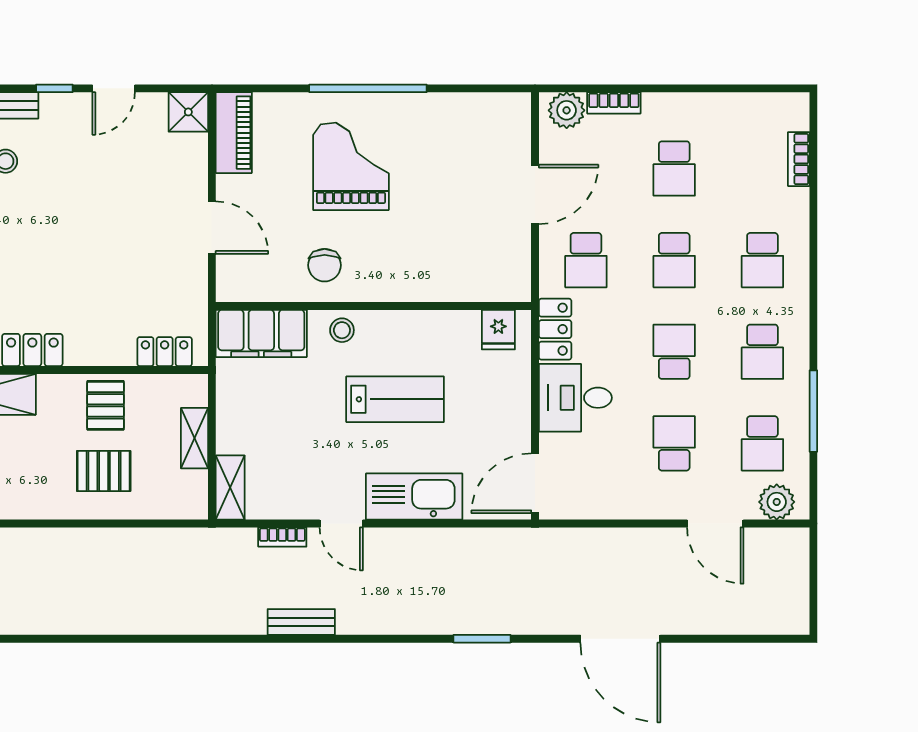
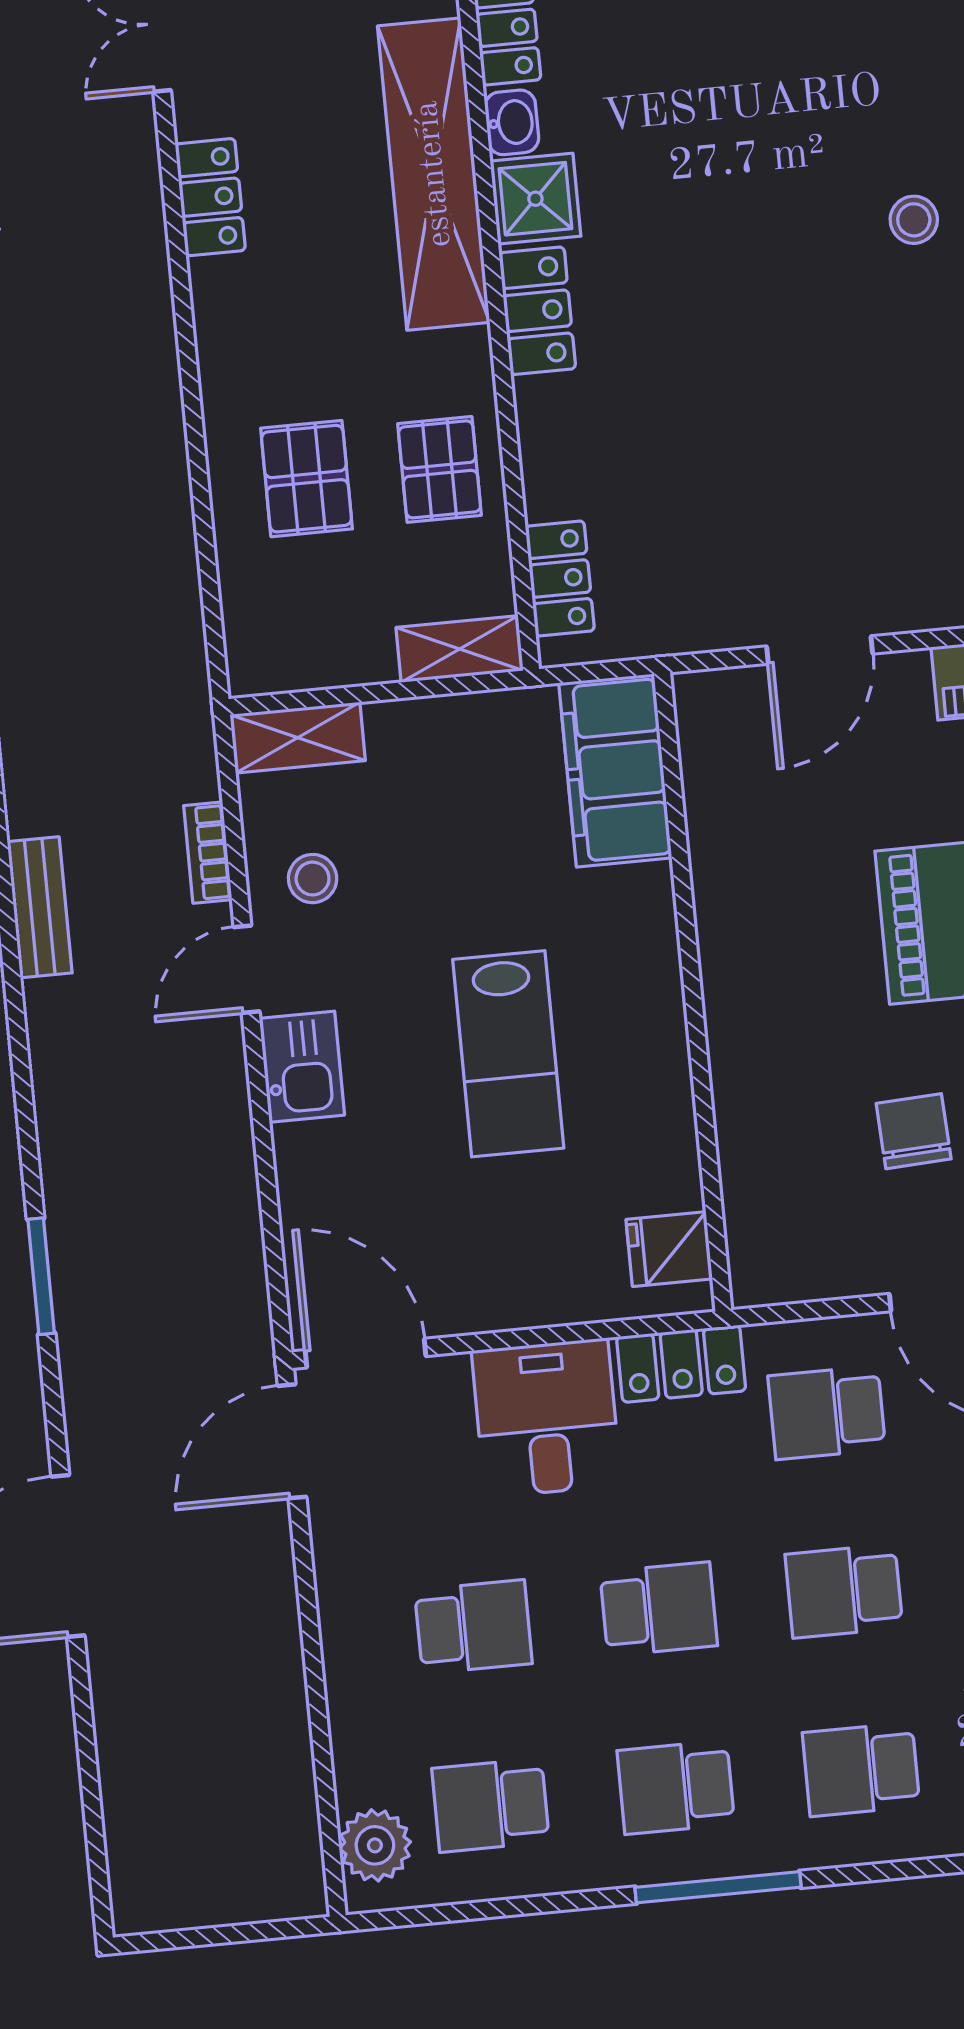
chair: (325, 265) -> (914, 1131), moved, turned 87
stool: (342, 330) -> (313, 879), moved
pallet: (105, 405) -> (440, 469), turned 90
window: (813, 411) -> (718, 1887), moved
shelving: (194, 438) -> (460, 649), moved
kitchen sink: (414, 497) -> (302, 1067), width x0.53, depth x0.81
door: (715, 523) -> (292, 1441), moved

